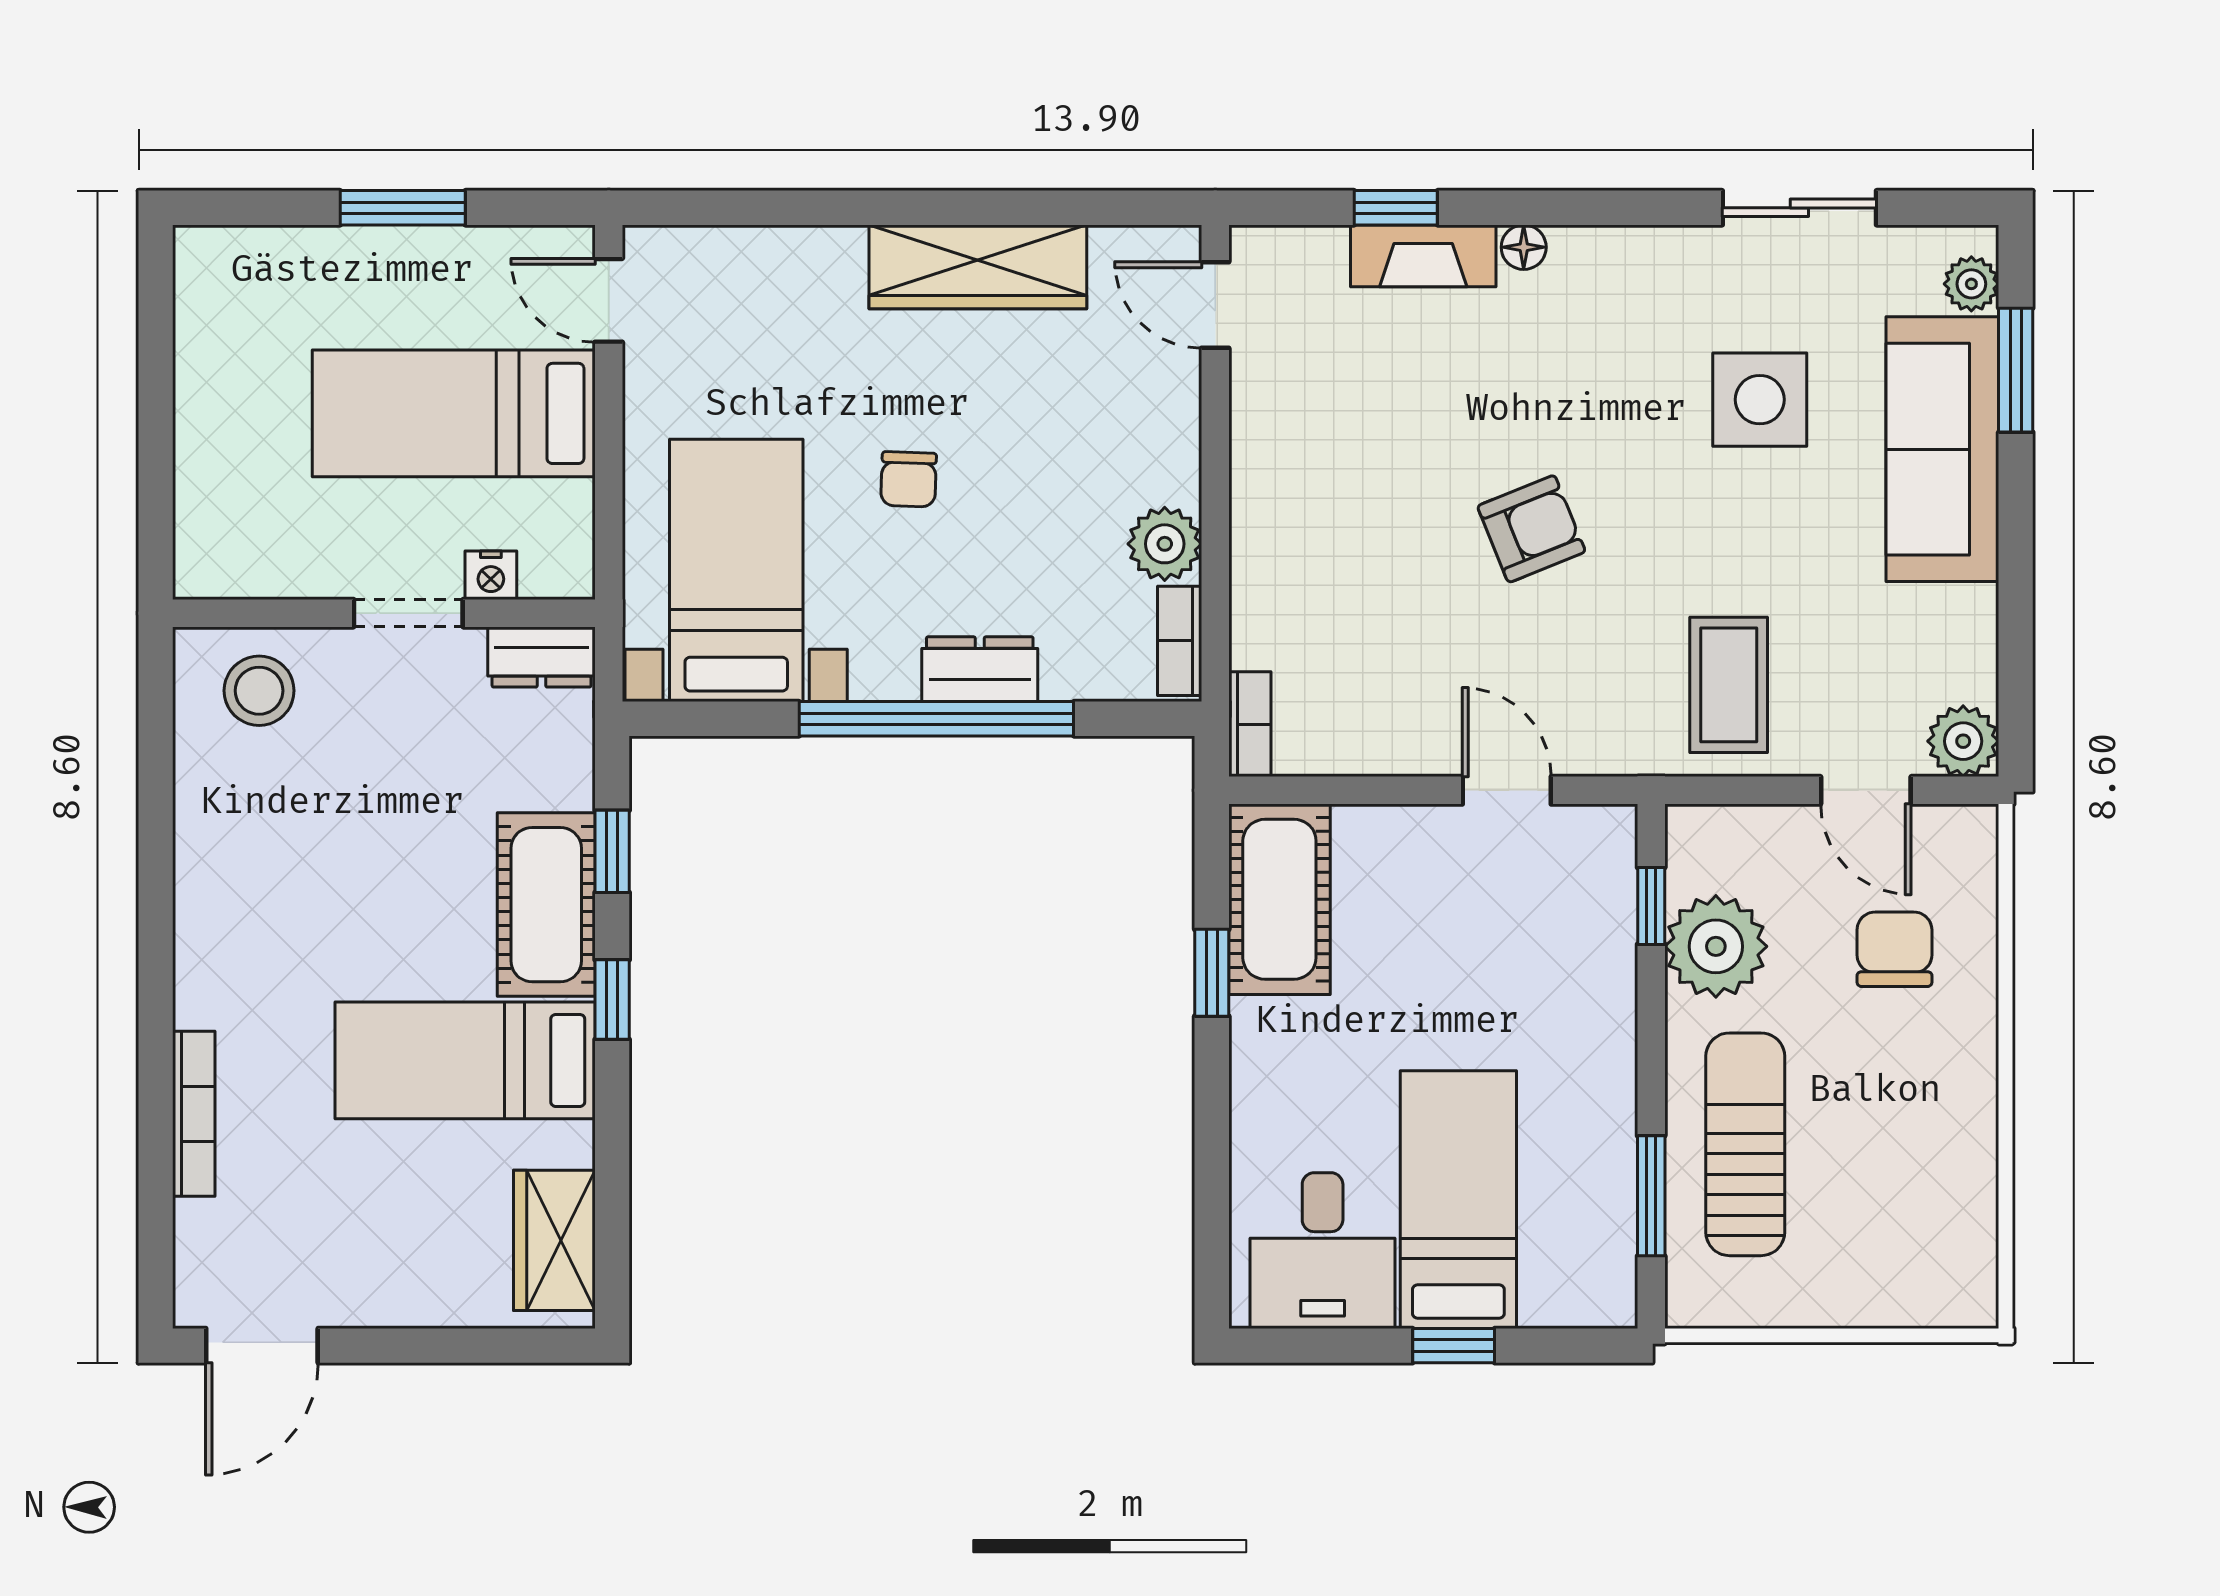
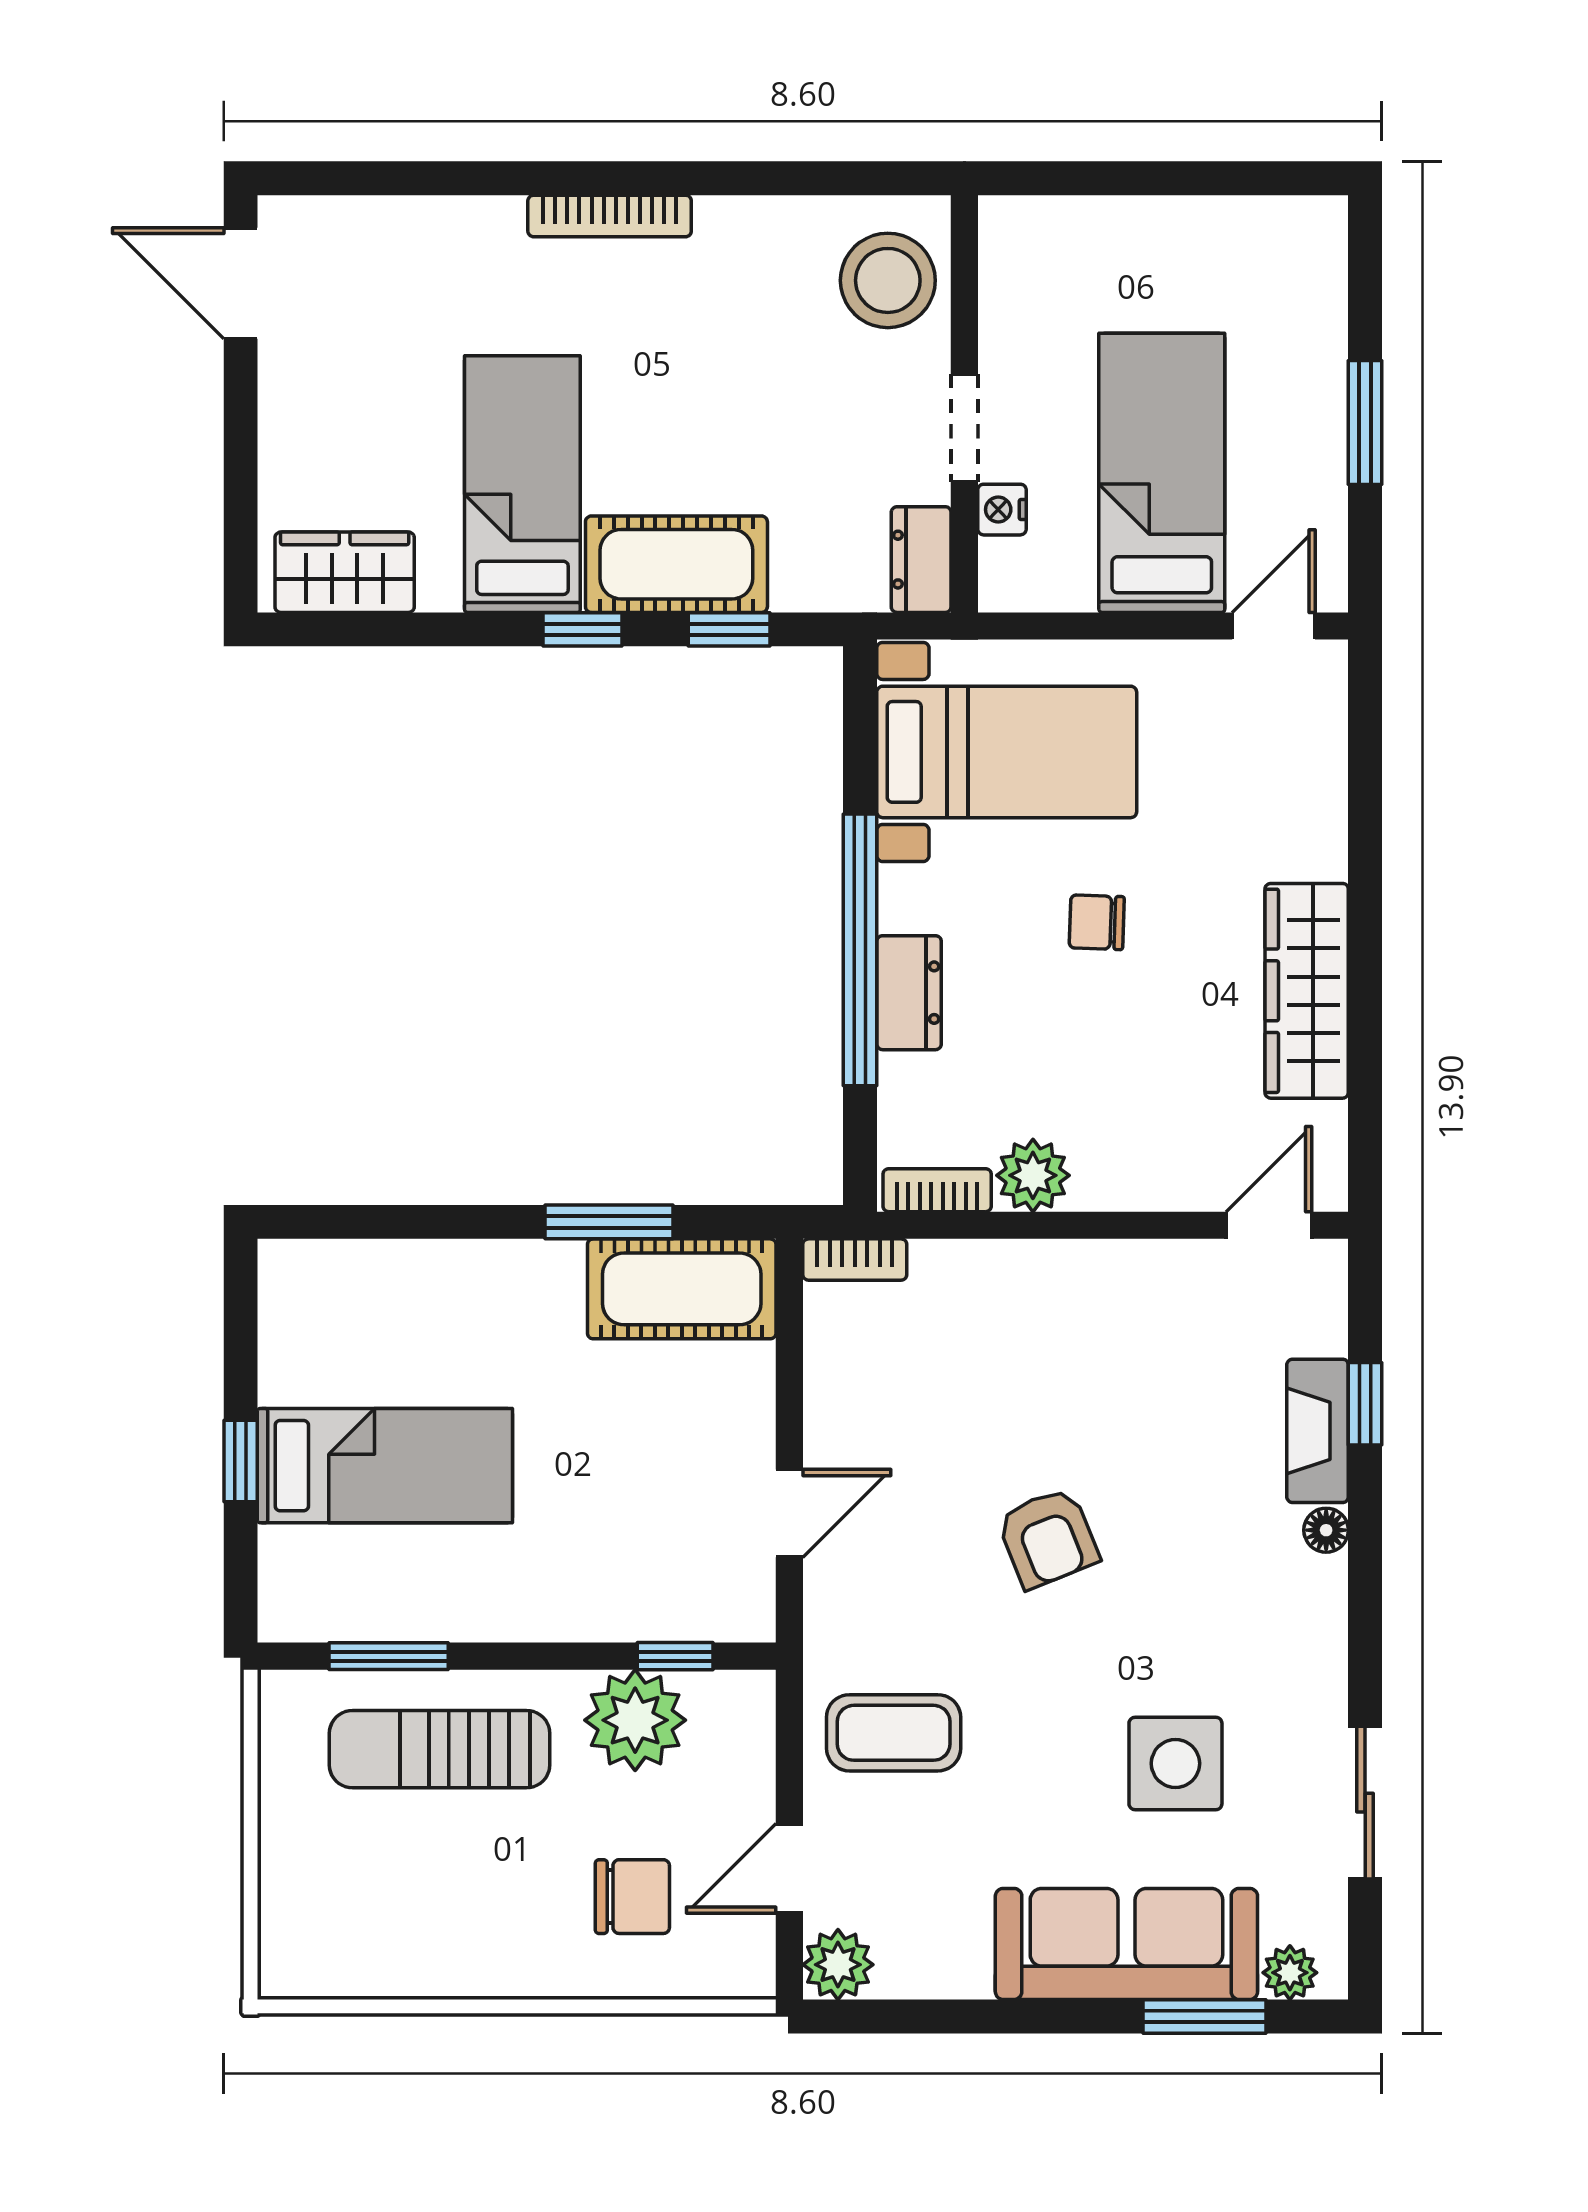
stool: (259, 691) -> (888, 280), width x1.38, depth x1.38
window: (1212, 973) -> (609, 1222), width x1.50
bookcase: (194, 1114) -> (610, 216), moved
sun lounger: (1745, 1144) -> (440, 1749), turned 180
desk: (1323, 1251) -> (335, 1331), removed

